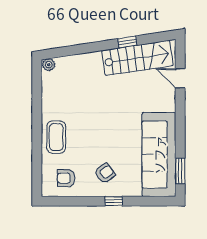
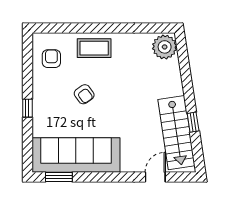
plant: (49, 65) -> (165, 47), width x1.88, depth x1.88
armchair: (105, 173) -> (84, 94), moved

